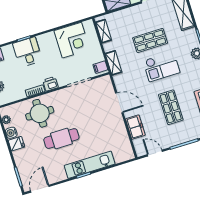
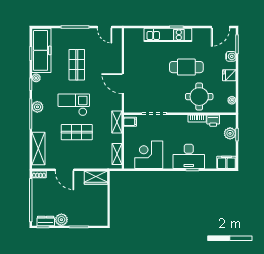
desk: (27, 52) -> (189, 156), width x1.37
printer: (50, 84) -> (213, 121), moved
freezer: (135, 127) -> (115, 57), removed
water cooler: (11, 133) -> (231, 56), moved

